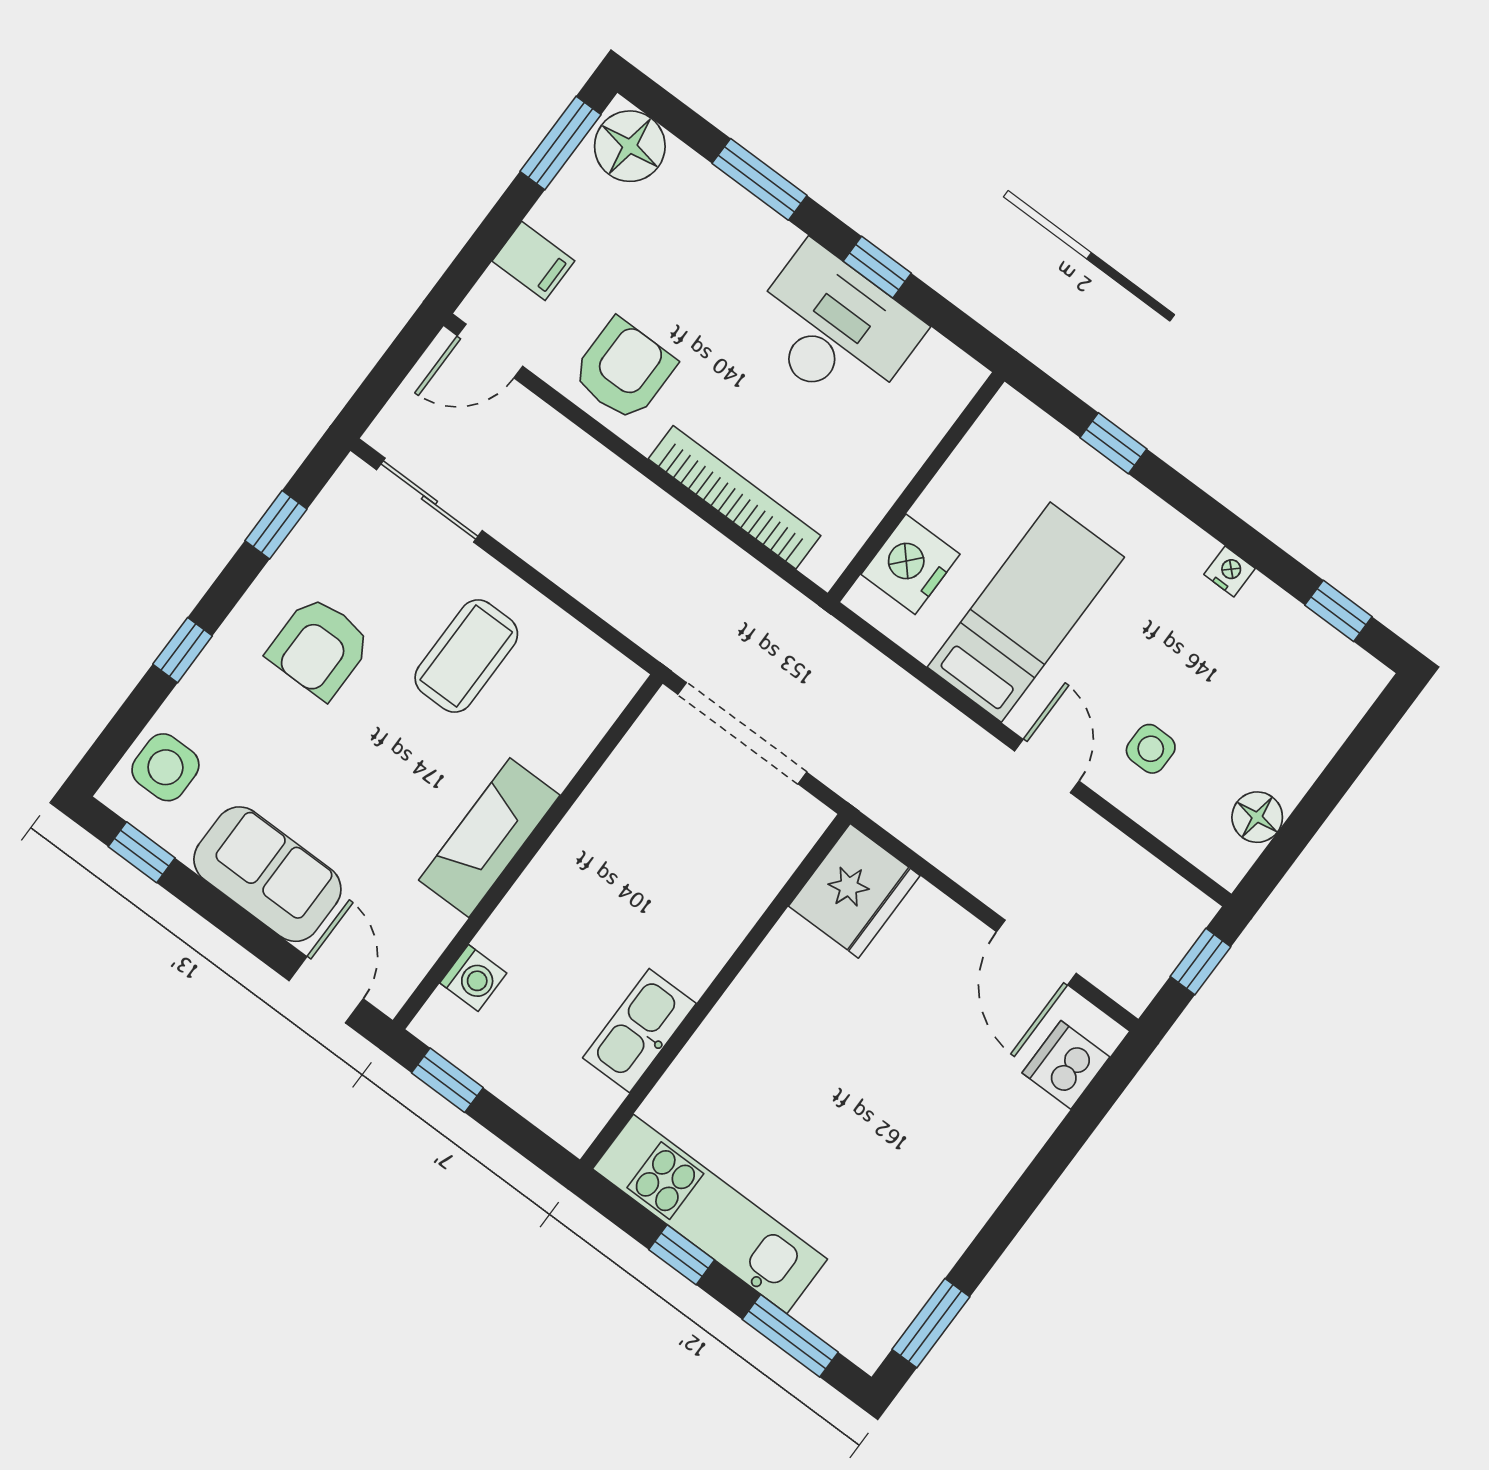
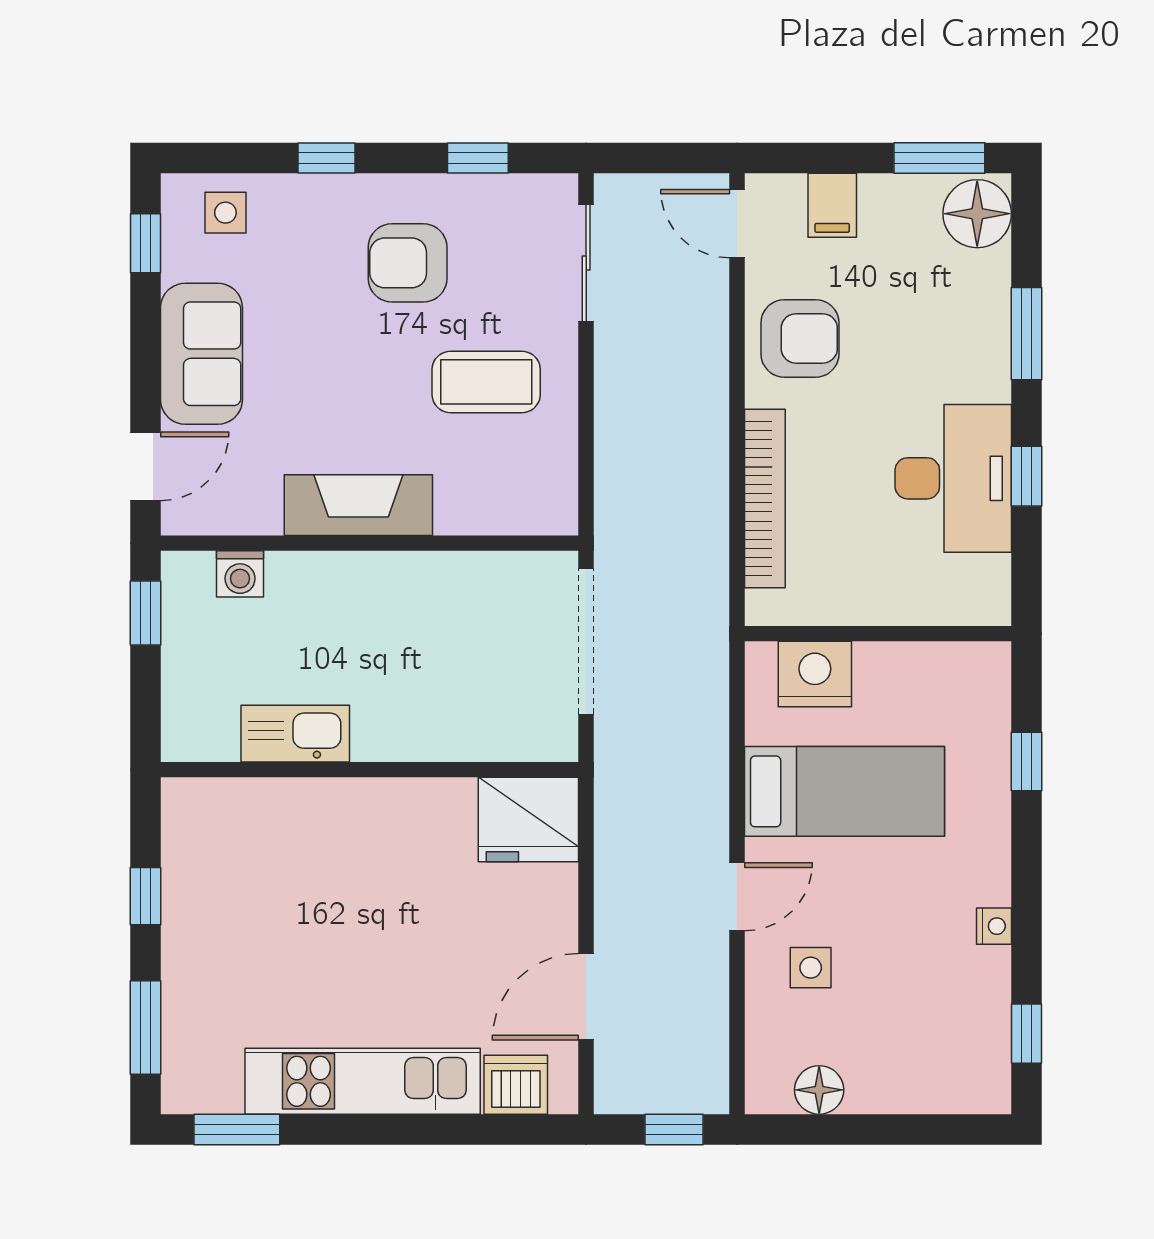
side table: (165, 767) -> (225, 213), width x0.73, depth x0.73
kitchen unit: (710, 1214) -> (363, 1081), moved, turned -90

